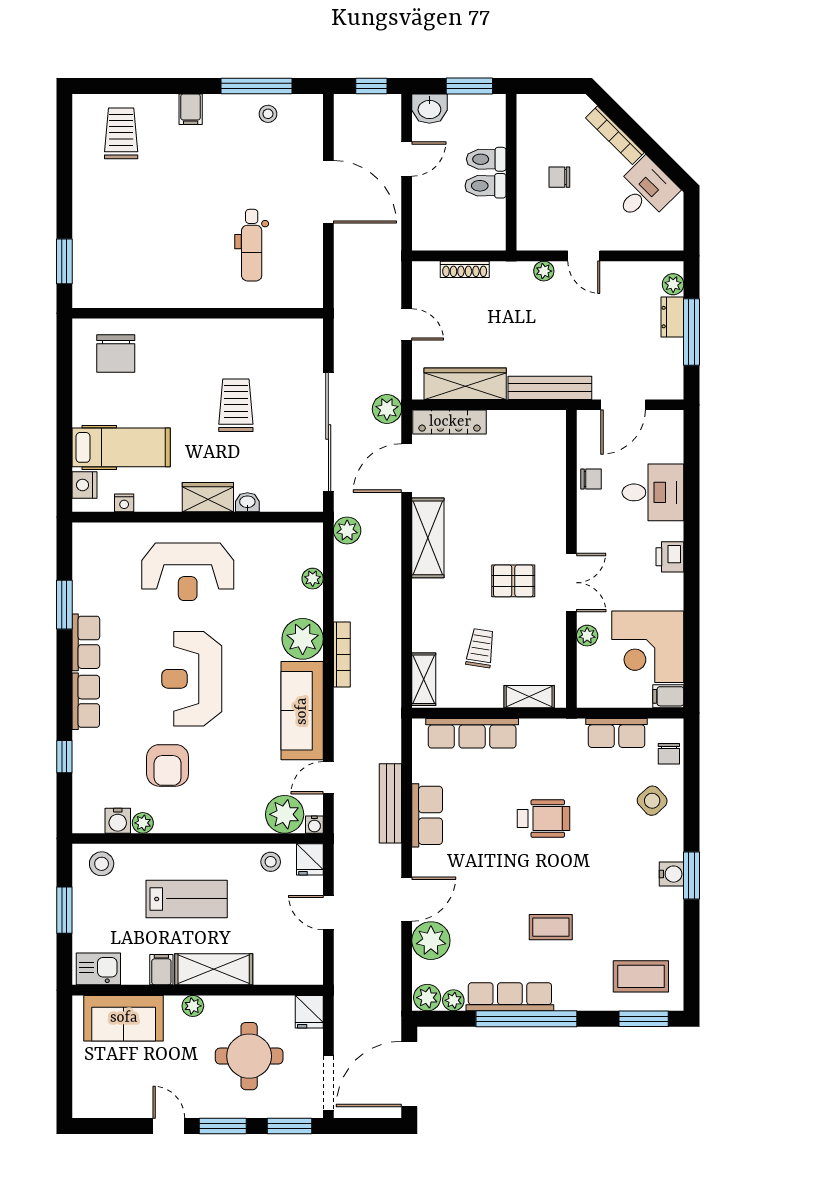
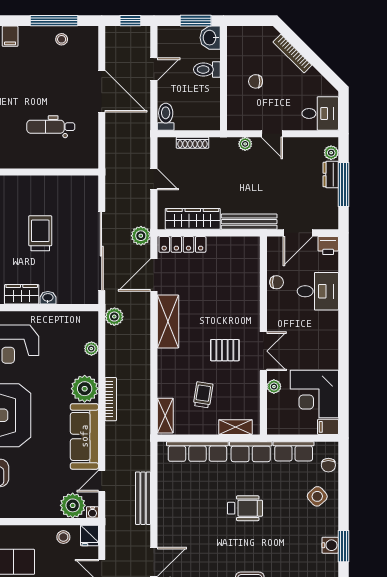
washbasin: (429, 109) -> (210, 38), moved, turned 90
toilet: (486, 186) -> (166, 117), moved, turned 90
desk: (644, 191) -> (320, 113), moved, turned 45
dental chair: (252, 245) -> (51, 127), turned 90
printer: (670, 557) -> (328, 246), moved, turned -90
row of seats: (427, 815) -> (251, 452), moved, turned 90

